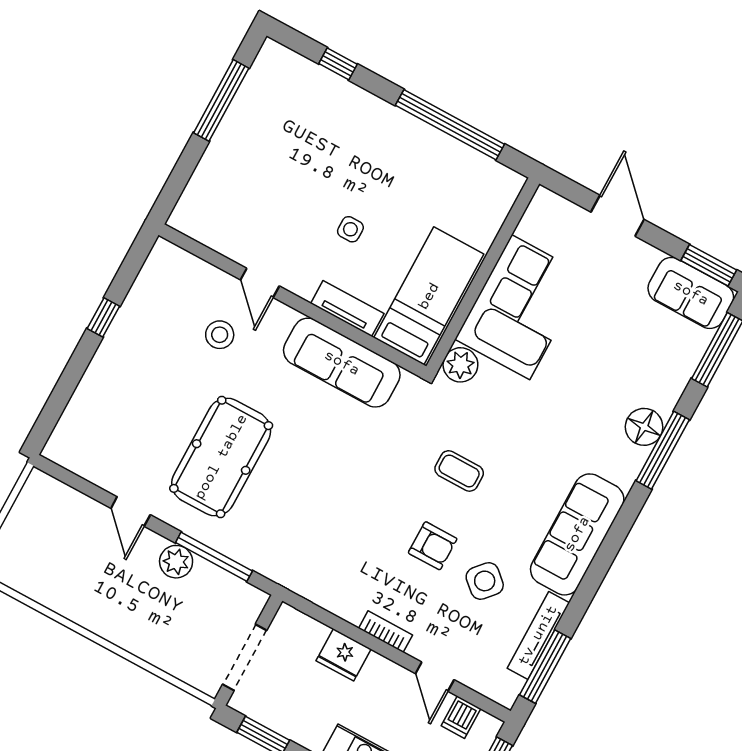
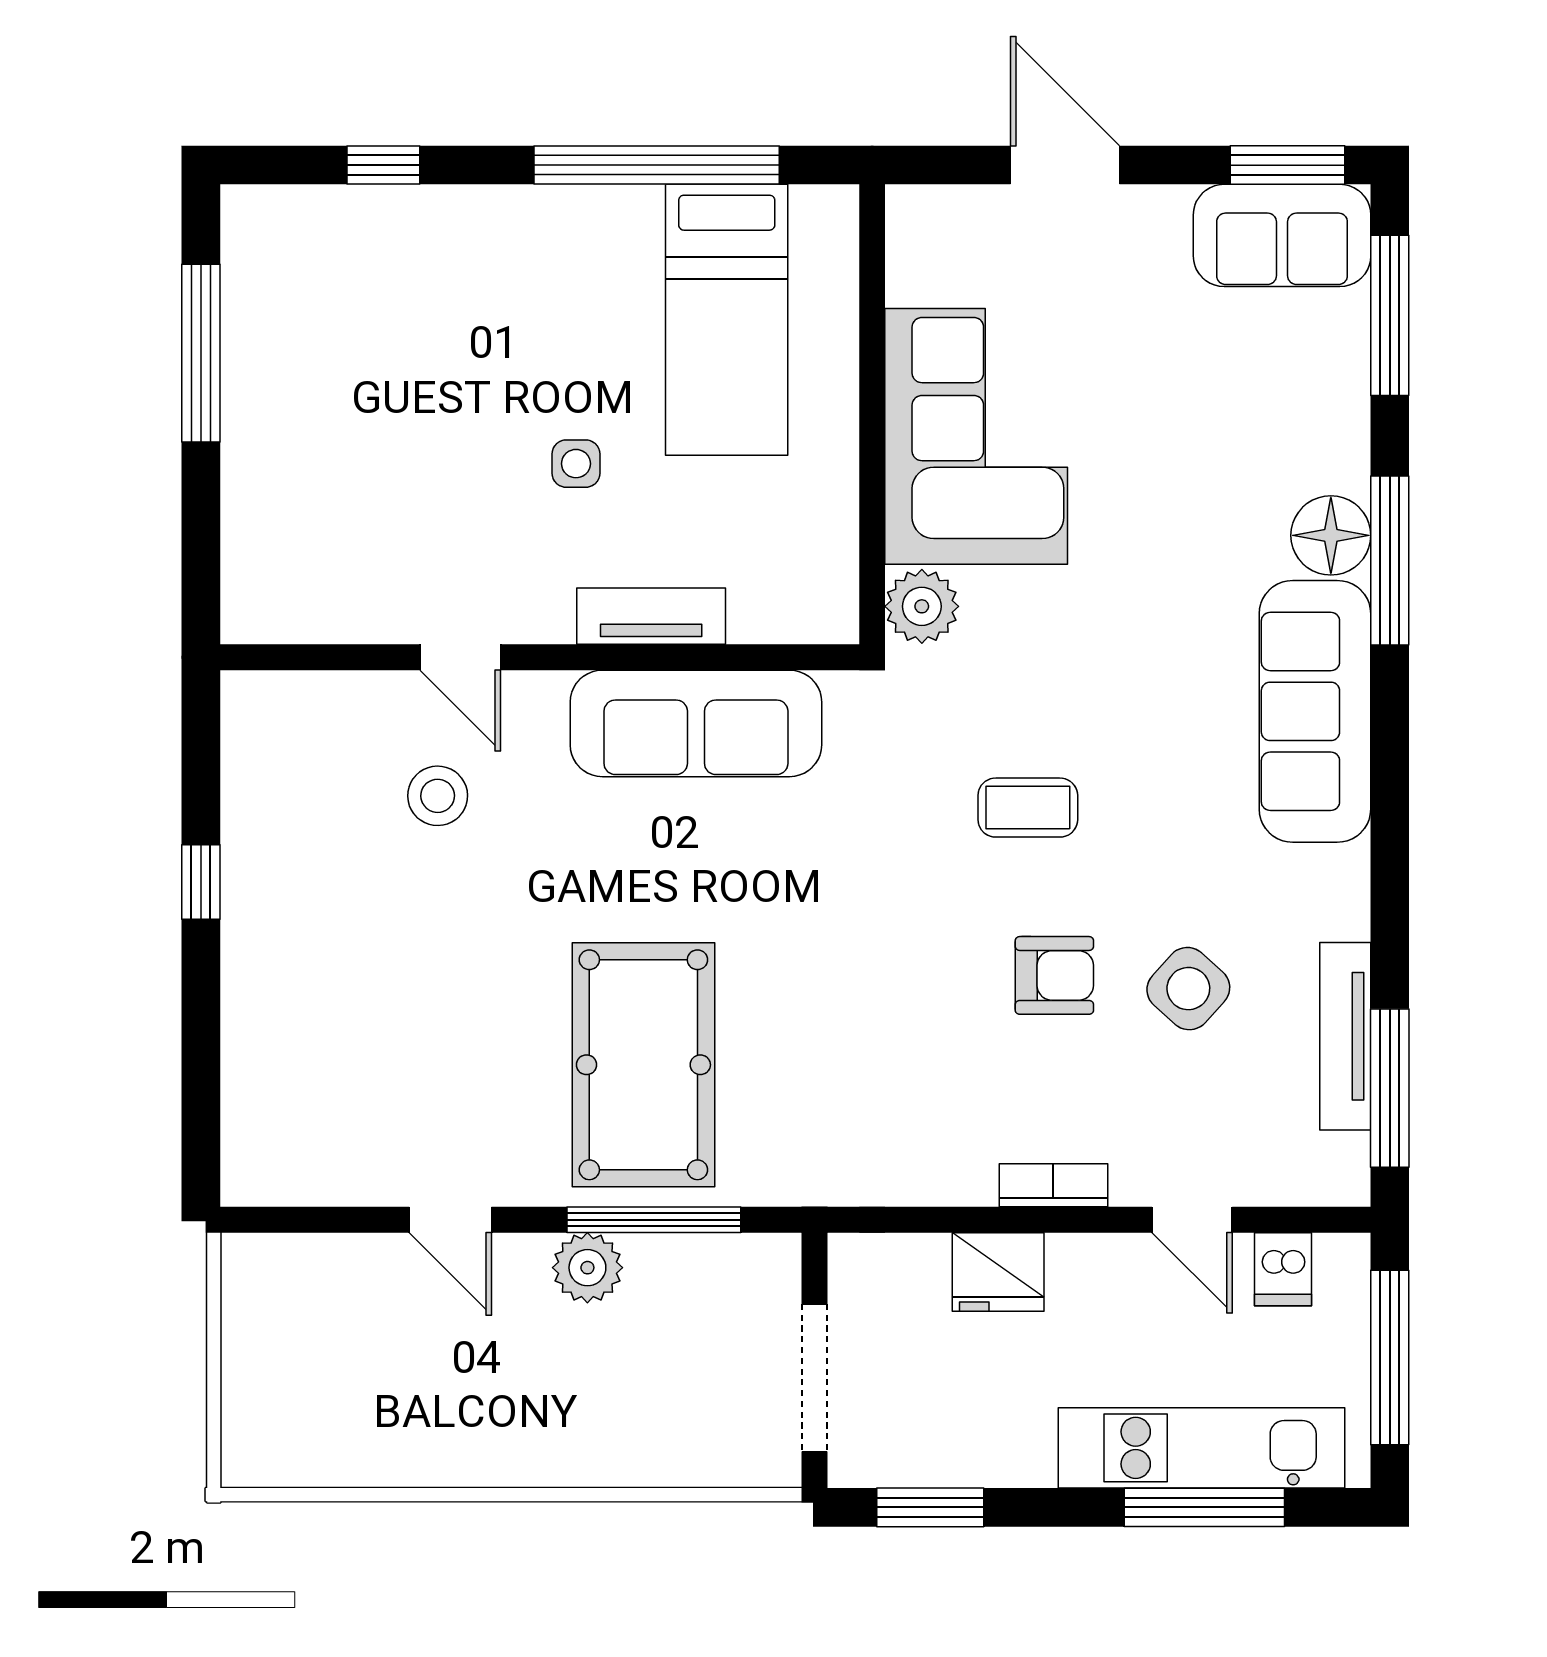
bed: (429, 296) -> (727, 320), moved, turned 180
pool table: (221, 457) -> (643, 1065), moved
sofa: (577, 534) -> (1315, 711), moved

